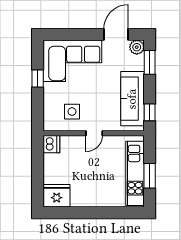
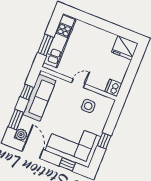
window: (69, 34) -> (67, 164), added
door: (116, 34) -> (33, 150), swing flipped
window: (150, 112) -> (27, 92), moved
window: (150, 176) -> (46, 45), moved

